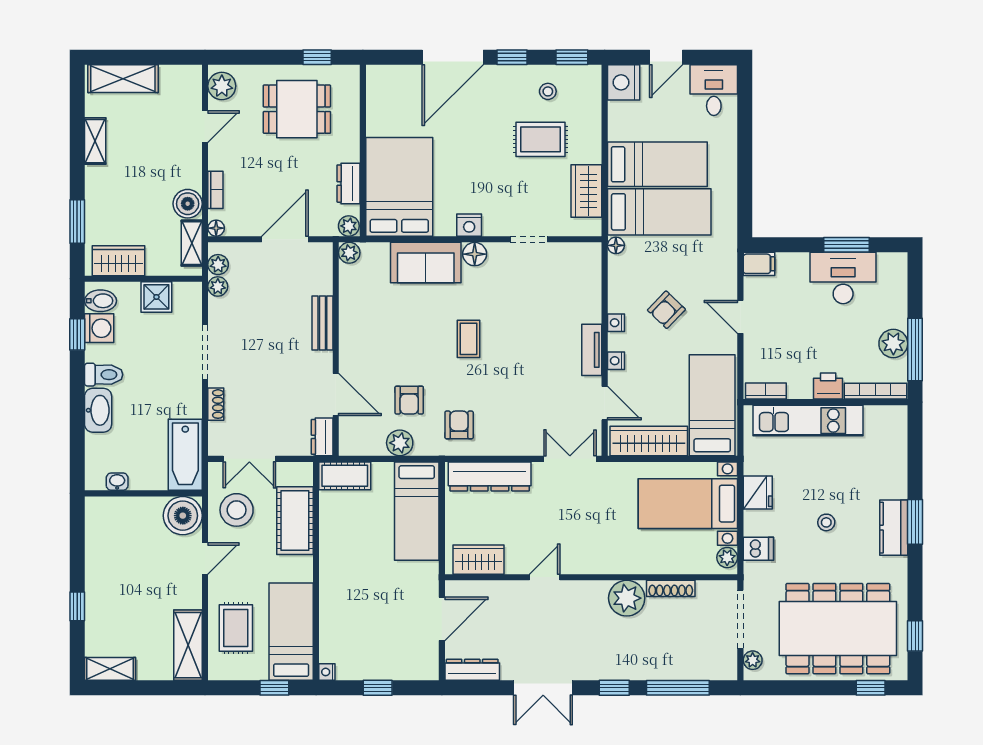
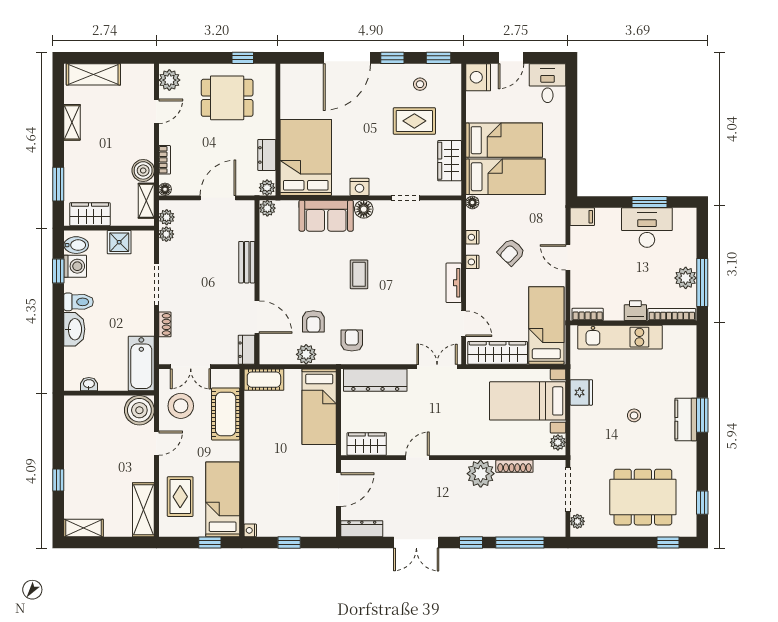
nightstand: (616, 361) -> (472, 237), moved
dishwasher: (758, 549) -> (582, 436), removed
dining table: (838, 629) -> (643, 497), width x0.73, depth x0.80

